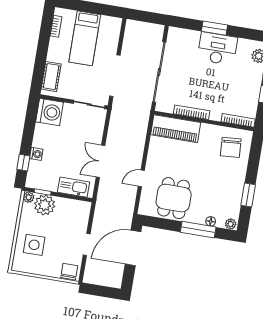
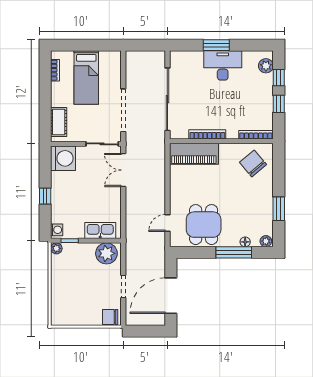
chair: (231, 147) -> (253, 163), turned 144
washing machine: (36, 154) -> (57, 230), moved
double door: (101, 161) -> (123, 170), moved
window: (23, 163) -> (45, 196), moved
door: (141, 178) -> (167, 223), moved
plant: (45, 205) -> (106, 253), moved
side table: (34, 245) -> (70, 296), removed
door: (133, 248) -> (171, 296), moved
chair: (69, 272) -> (110, 317), turned -90

